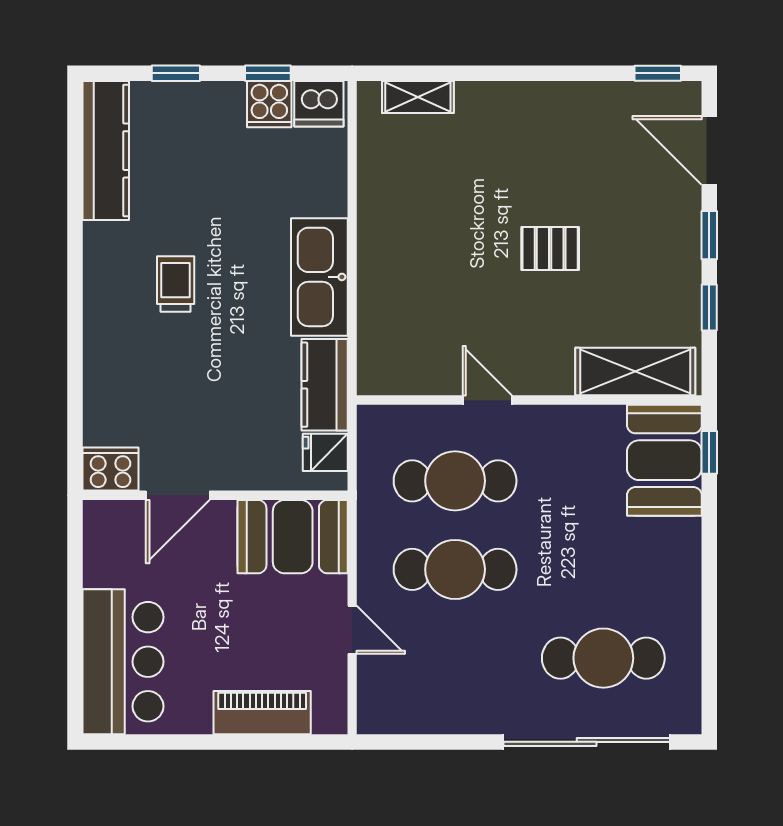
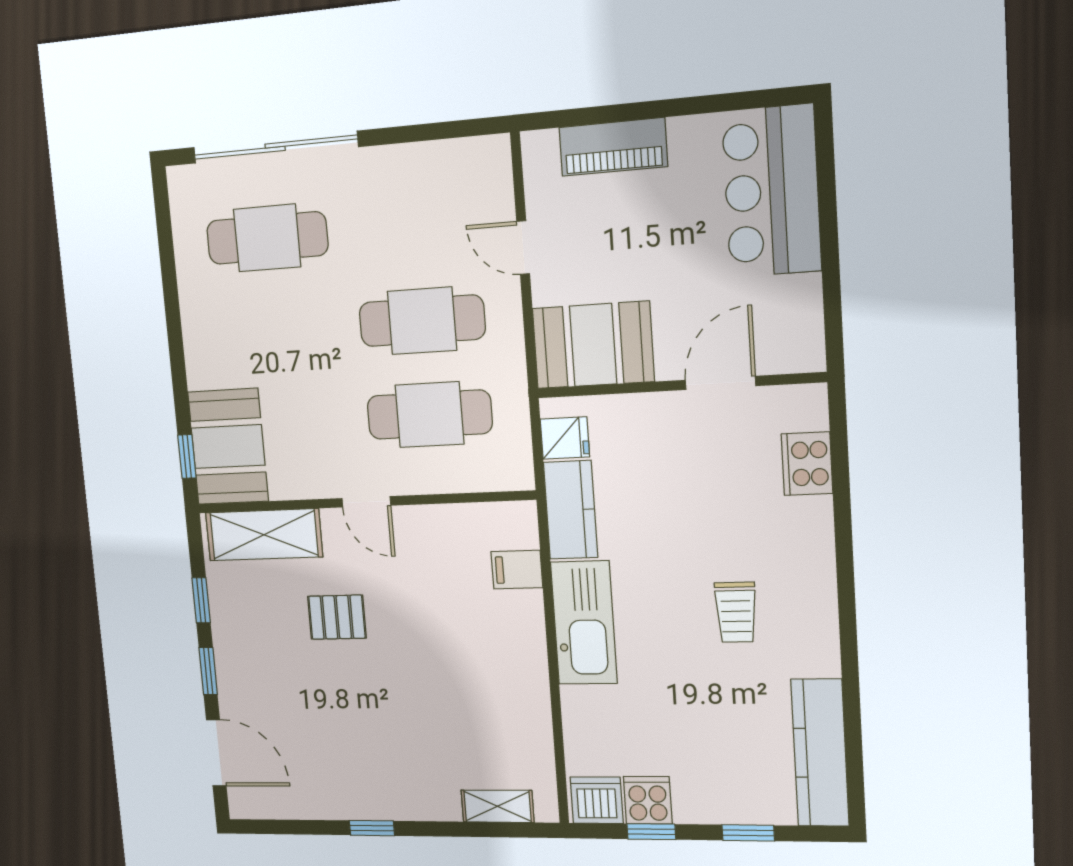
window: (658, 73) -> (372, 828), moved
pallet: (550, 248) -> (337, 617), moved
filing cabinet: (381, 330) -> (517, 570), added
door: (487, 400) -> (366, 502), moved
cooker: (110, 469) -> (807, 464), moved, turned 90

